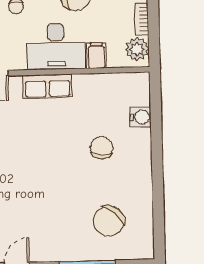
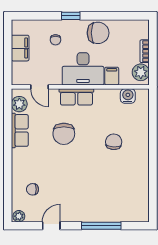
water cooler: (140, 117) -> (128, 96), moved, turned -90
chair: (109, 221) -> (64, 134), moved, turned -41

